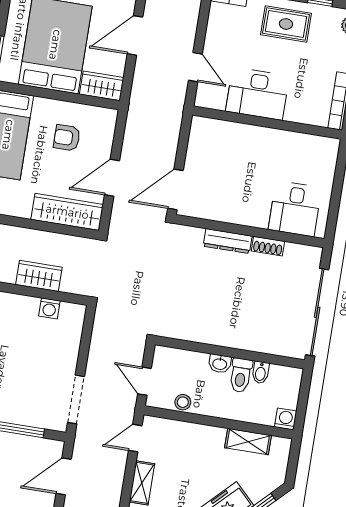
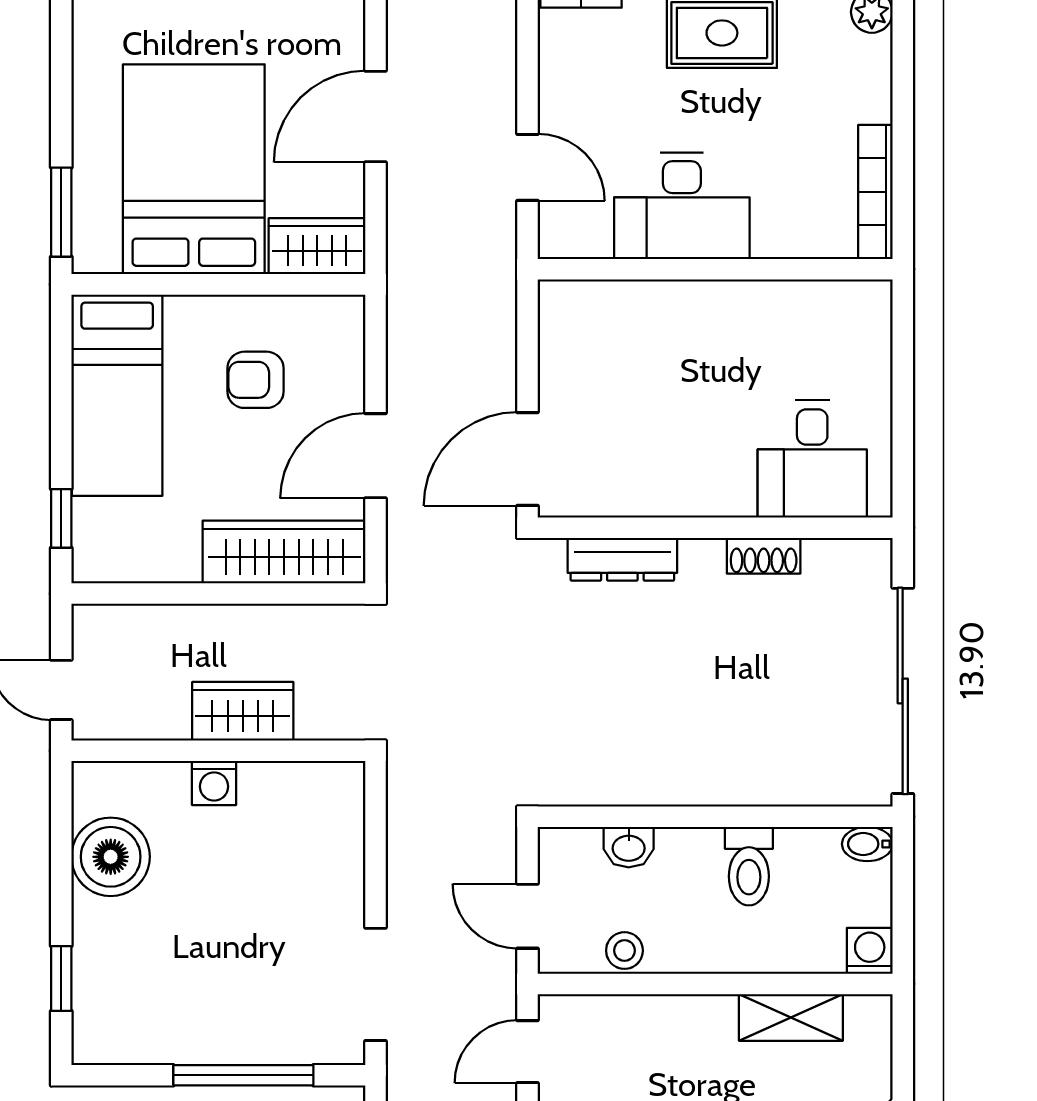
dresser: (228, 241) -> (622, 559), moved
washing machine: (49, 308) -> (214, 783), moved
washbasin: (220, 364) -> (629, 847), moved
bidet: (261, 372) -> (867, 844), moved, turned 90

